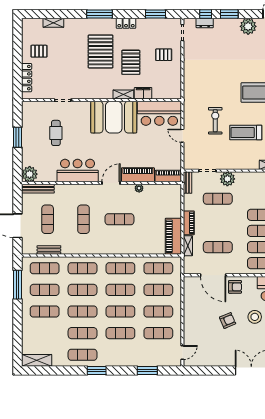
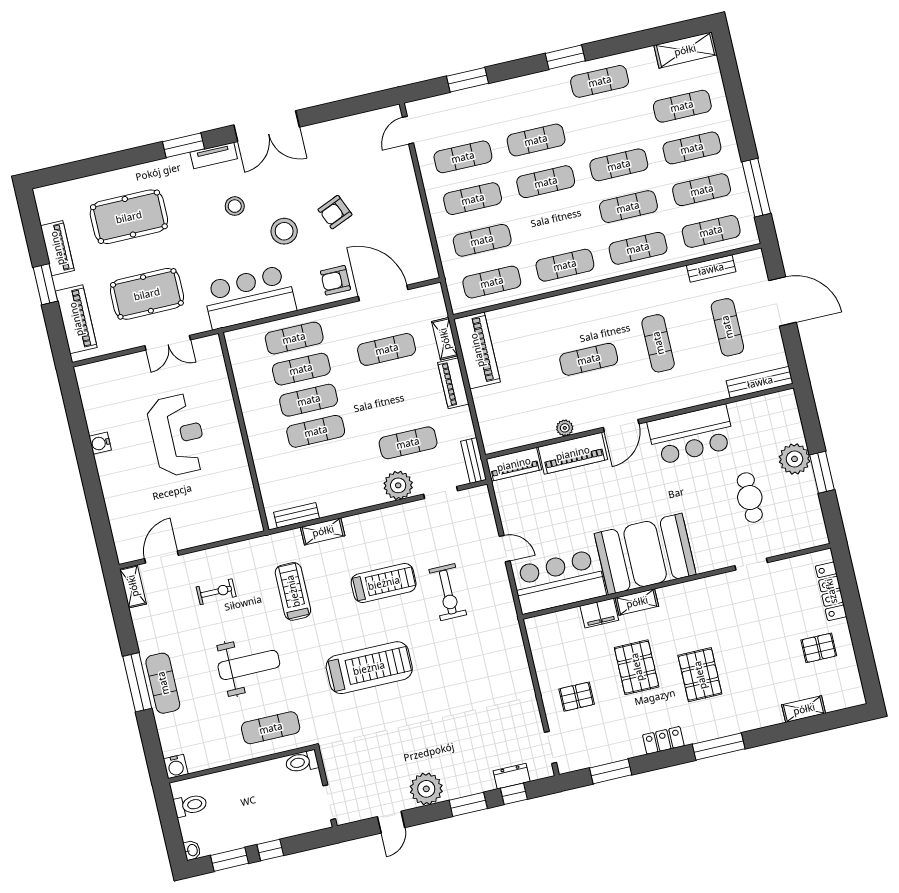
pallet: (101, 51) -> (700, 675), width x0.73, depth x0.71
plant: (30, 174) -> (794, 459), moved
exercise mat: (120, 290) -> (555, 223), removed
exercise mat: (83, 333) -> (682, 106), moved

